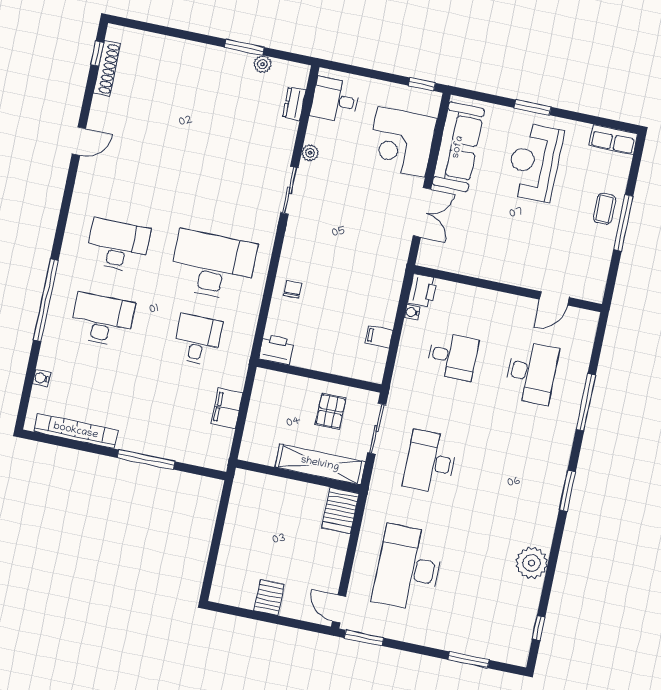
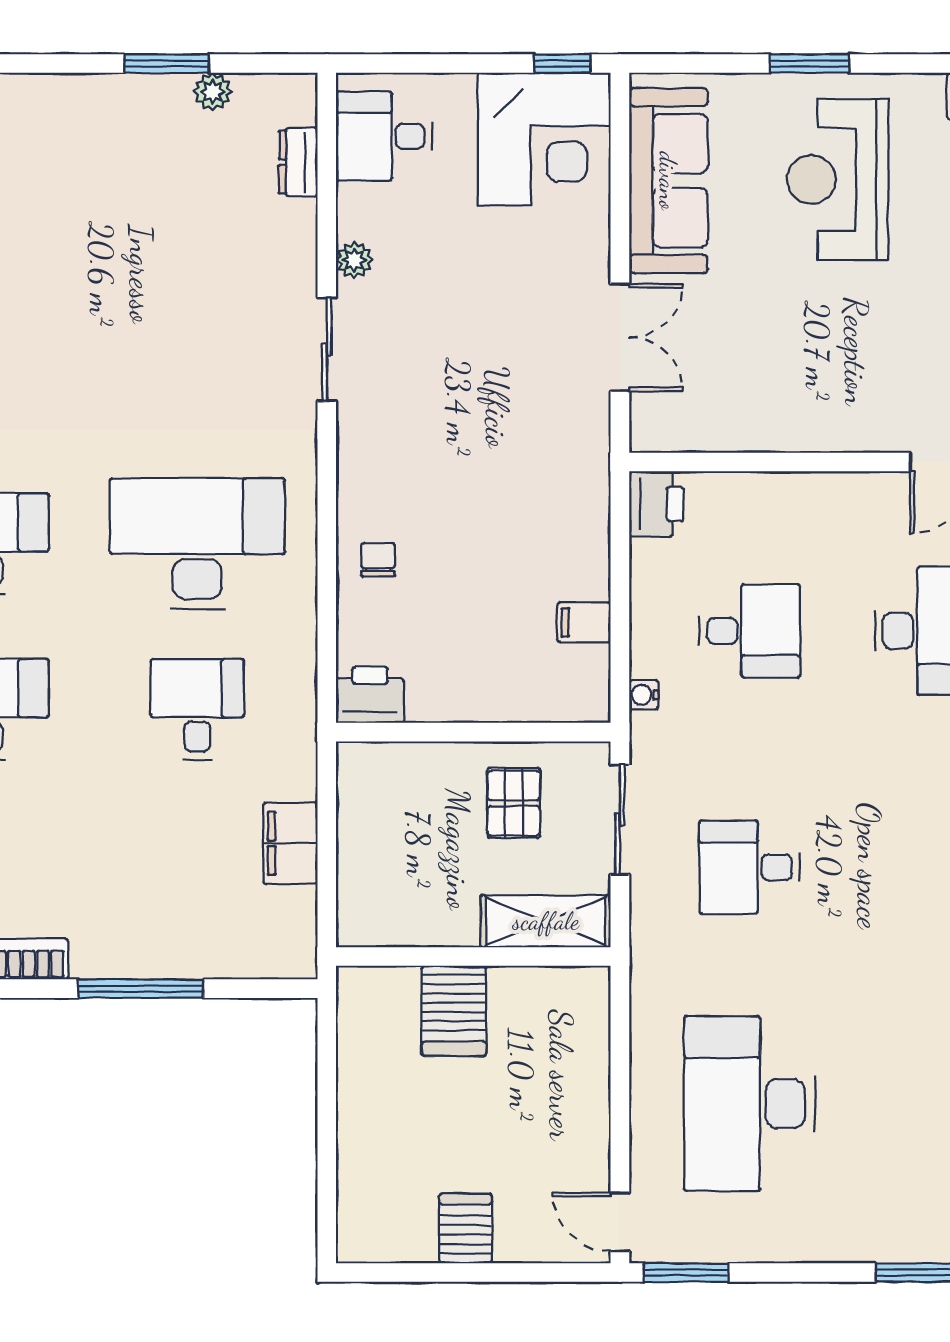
corner desk: (401, 142) -> (544, 139), moved, turned -90
water cooler: (412, 312) -> (644, 695), moved
desk: (430, 462) -> (750, 867), width x0.73
shelving: (320, 464) -> (546, 921), width x0.68
server rack: (340, 511) -> (454, 1011), moved

